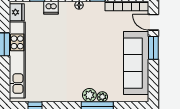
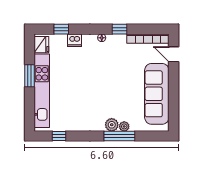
window: (153, 48) -> (174, 79), removed

